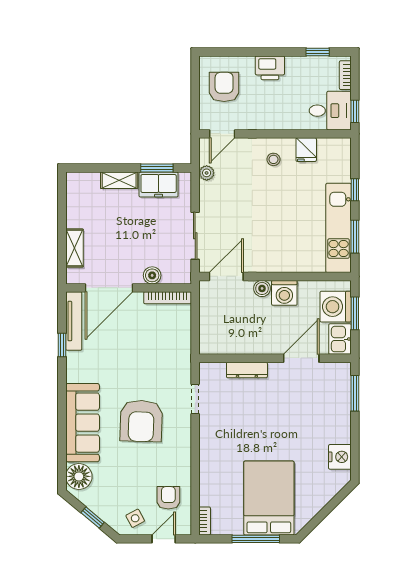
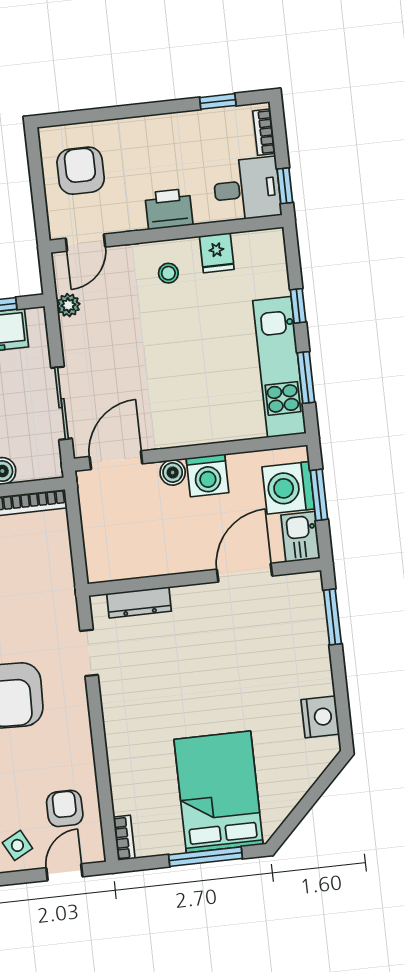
printer: (270, 68) -> (169, 209), moved, turned 180
dresser: (247, 370) -> (139, 602), moved

